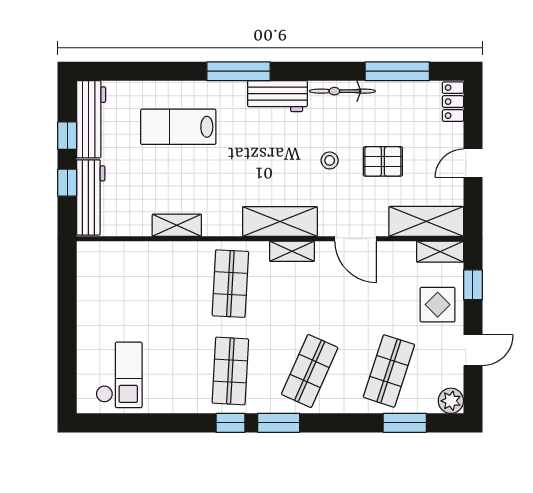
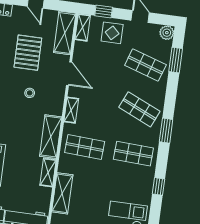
stool: (330, 160) -> (30, 93), moved
pallet: (383, 161) -> (28, 53), width x1.50, depth x1.42
shelving: (280, 221) -> (51, 137), moved
door: (356, 239) -> (69, 74), hinge flipped
shelving: (144, 255) -> (62, 193), added
window: (231, 423) -> (159, 186), moved

